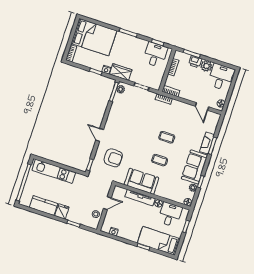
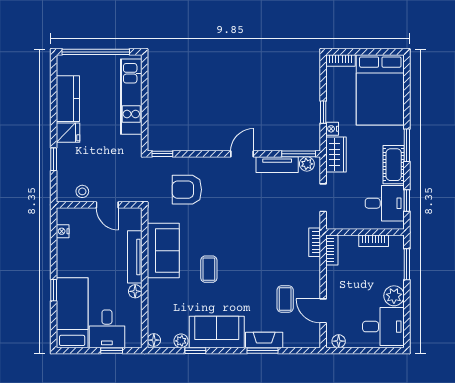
cot: (136, 43) -> (394, 165), added
printer: (195, 62) -> (395, 274), removed
tv unit: (116, 105) -> (277, 165), added
door: (202, 106) -> (323, 311), hinge flipped
door: (100, 135) -> (242, 154), moved
coffee table: (167, 137) -> (285, 299), moved
armchair: (113, 158) -> (187, 190), turned 90
desk: (170, 214) -> (107, 329), moved, turned 90

